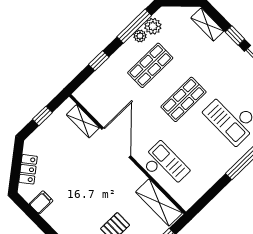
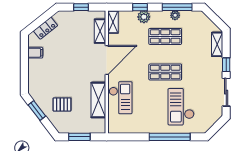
plant: (153, 26) -> (144, 17), moved
shelving: (87, 100) -> (113, 22), added
shelving: (159, 202) -> (98, 100), moved

